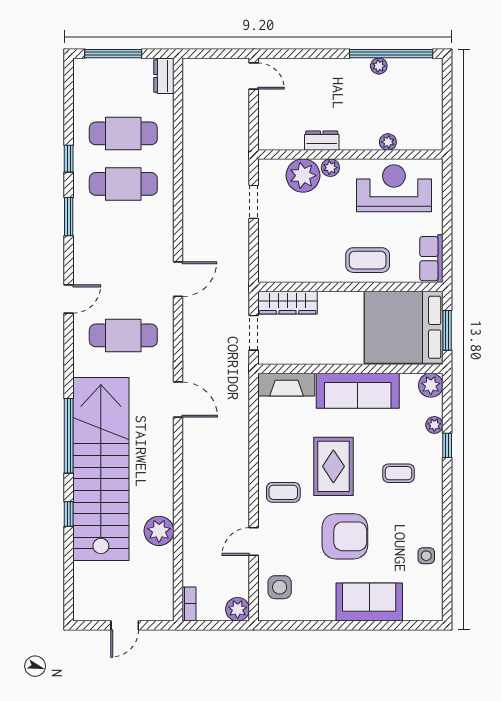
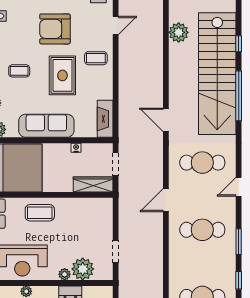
cafe table: (123, 184) -> (202, 230), moved
nightstand: (313, 358) -> (76, 148), added
fireplace: (287, 385) -> (105, 119), moved, turned -90

